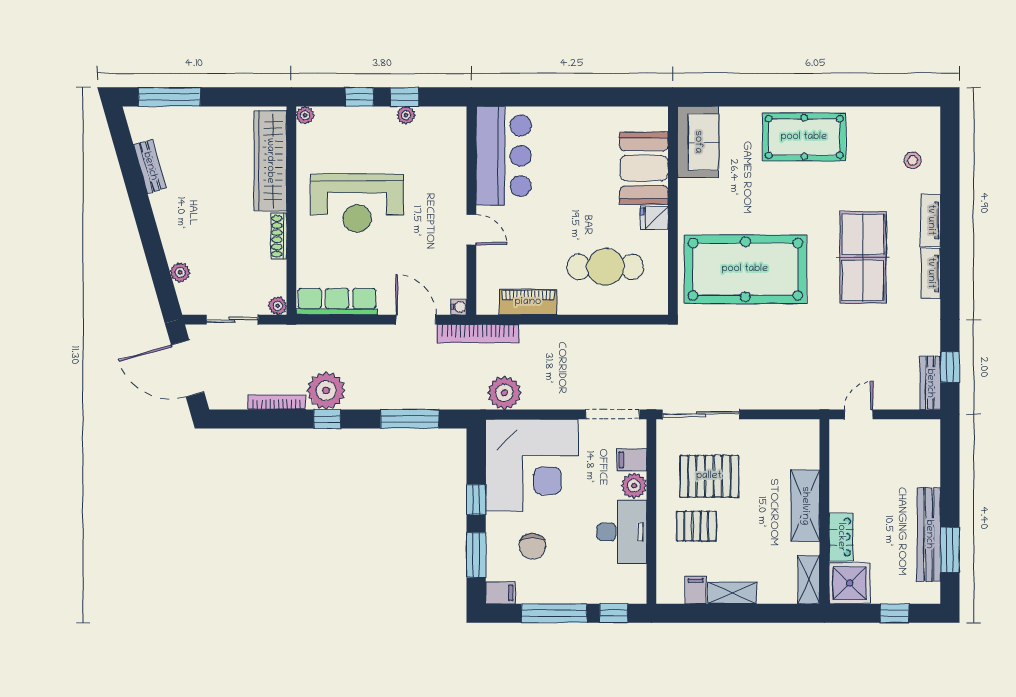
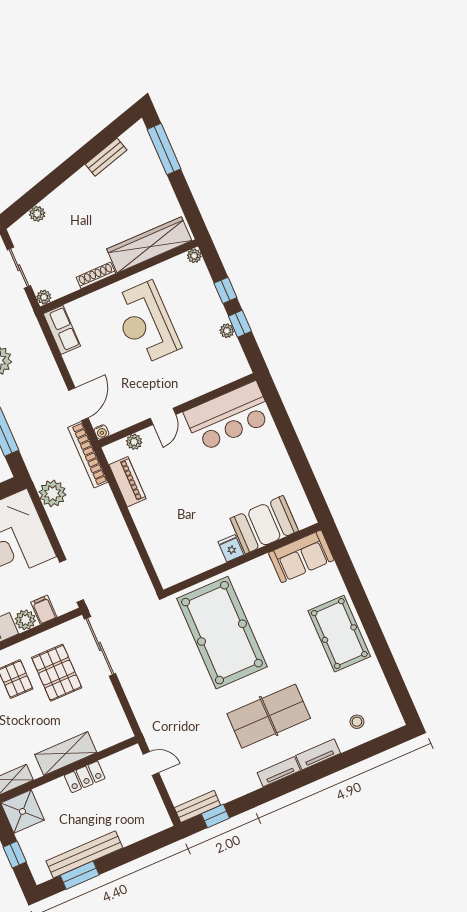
cafe table: (605, 267) -> (179, 528), removed
plant: (486, 275) -> (134, 442), added
row of seats: (337, 302) -> (62, 330), width x0.68
locker: (841, 537) -> (85, 777), moved

